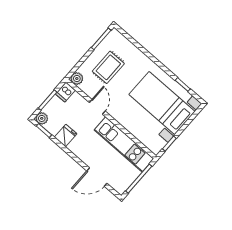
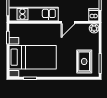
rug: (108, 67) -> (84, 61), moved
door: (97, 107) -> (68, 22), hinge flipped

